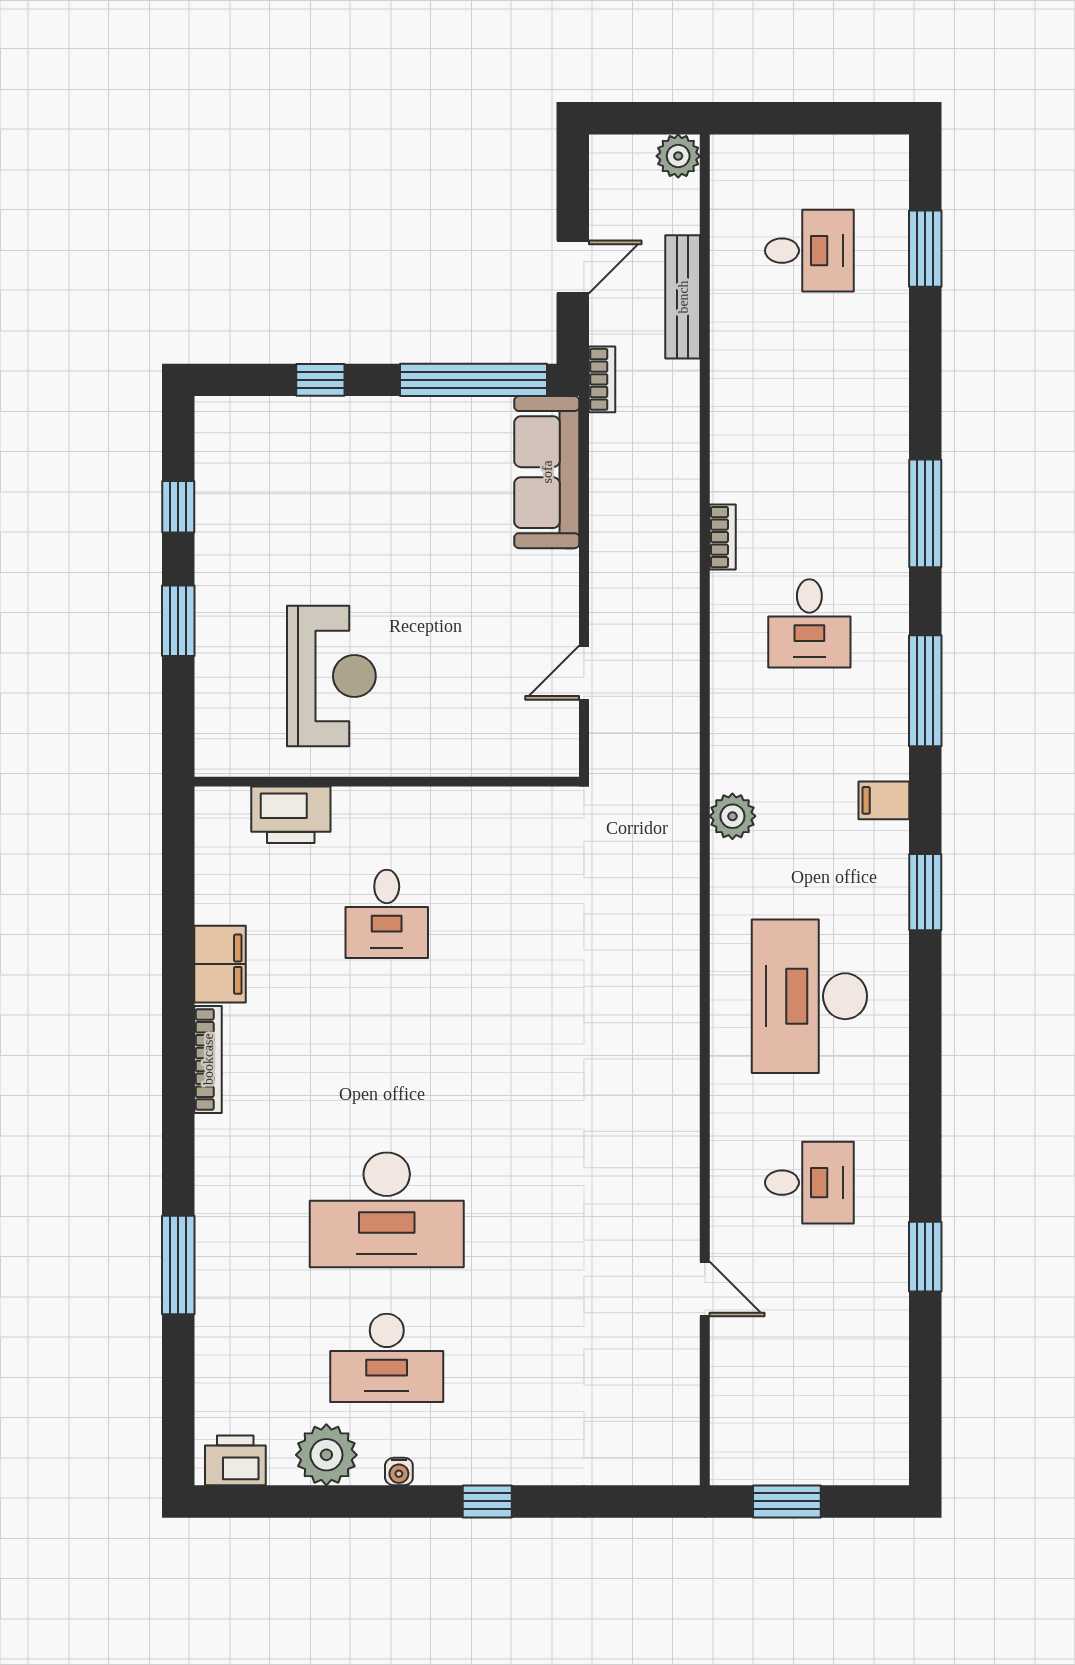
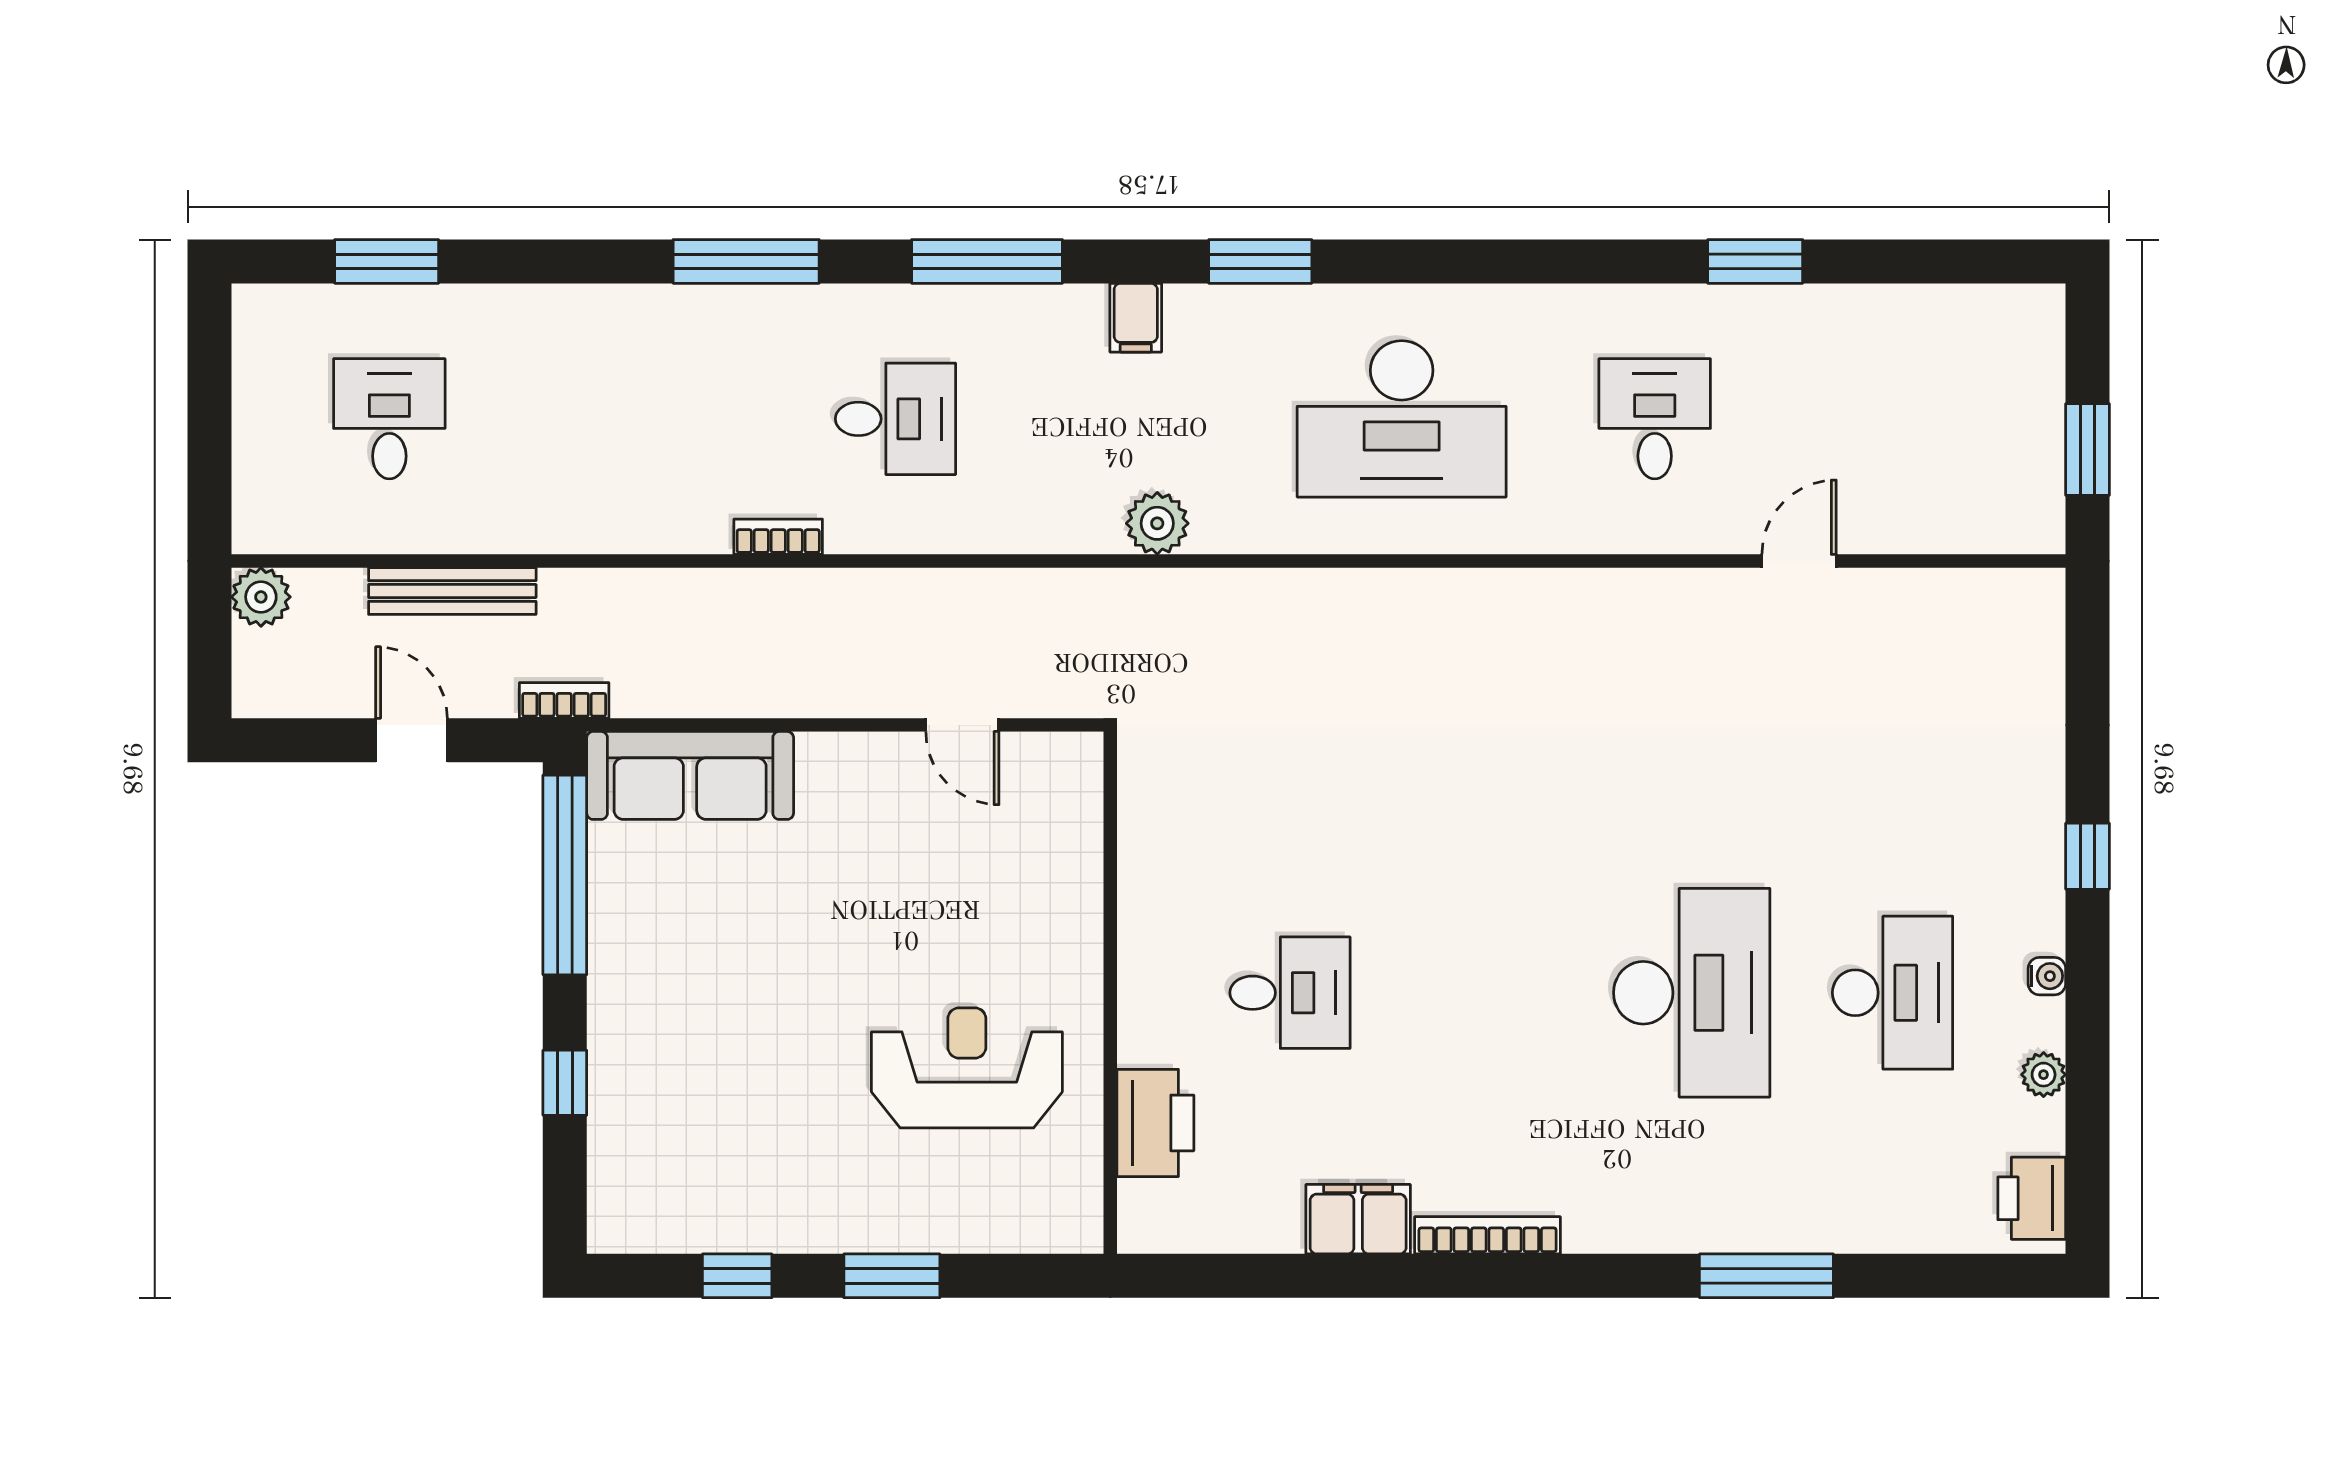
plant: (326, 1455) -> (2044, 1075), width x0.53, depth x0.53

